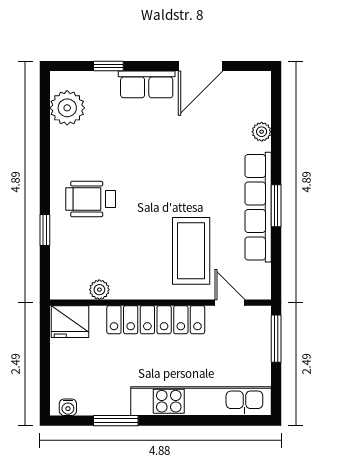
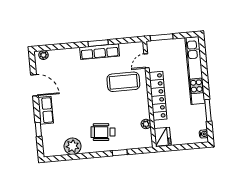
plant: (67, 108) -> (73, 146), moved
plant: (262, 132) -> (43, 55), moved
wheelchair: (91, 199) -> (103, 132), turned 95
row of seats: (258, 207) -> (100, 52), width x0.73

